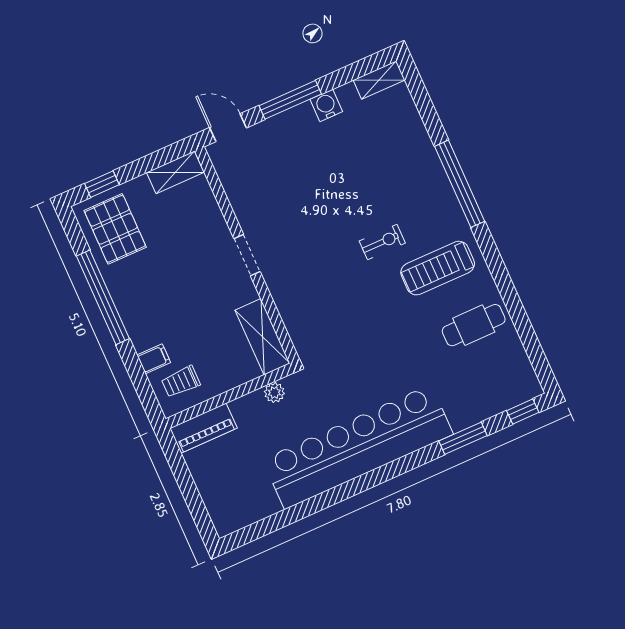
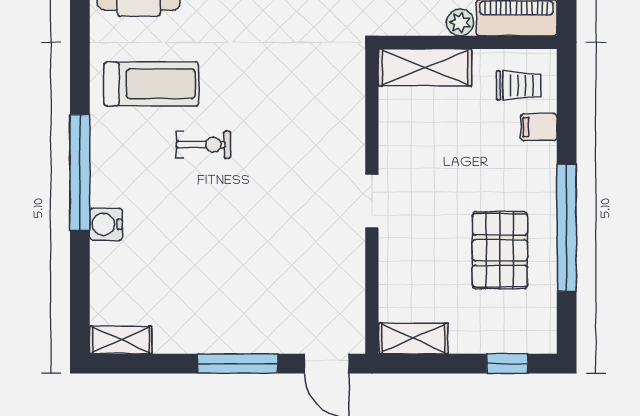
water cooler: (326, 105) -> (106, 224), moved, turned 90
pallet: (115, 229) -> (500, 250), moved
exercise bike: (382, 242) -> (204, 145), turned 180
shelving: (262, 337) -> (425, 67), moved, turned 90
plant: (274, 393) -> (460, 22), moved

